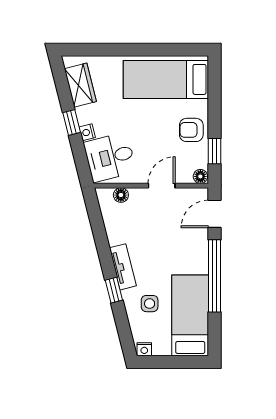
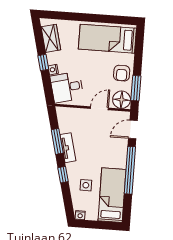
armchair: (191, 130) -> (122, 73), turned -90
window: (215, 151) -> (136, 88), width x1.50
floor lamp: (200, 176) -> (122, 100), width x1.89, depth x1.89
floor lamp: (121, 195) -> (72, 113), removed
window: (101, 240) -> (57, 141), added
tv unit: (123, 267) -> (68, 148), moved

